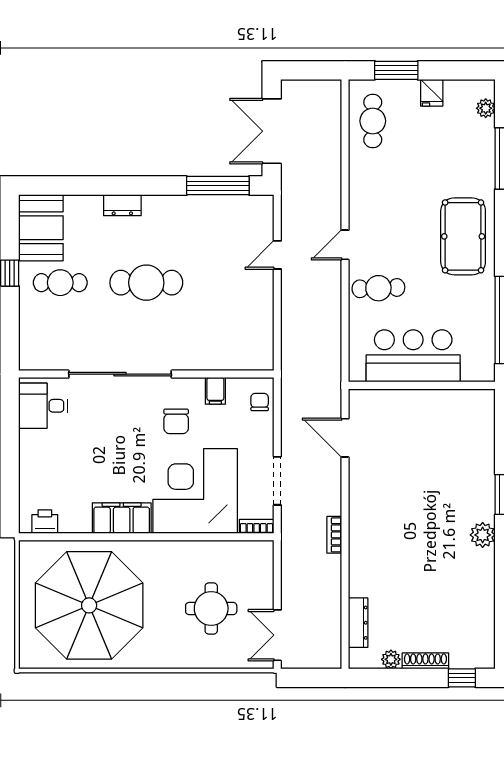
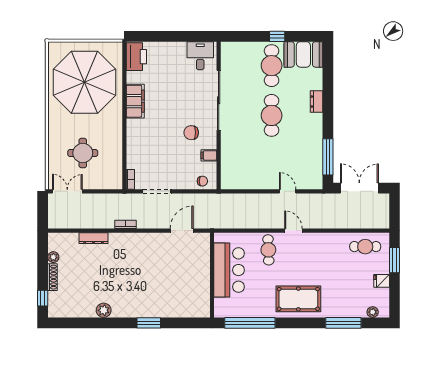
cafe table: (60, 283) -> (272, 66), width x1.37, depth x1.35
corner desk: (195, 491) -> (151, 144), removed
printer: (45, 522) -> (136, 57), width x1.87, depth x1.48
plant: (483, 535) -> (104, 310), moved
dresser: (358, 623) -> (94, 238), moved

